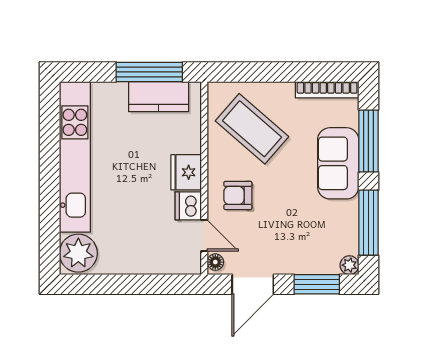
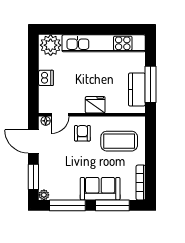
coffee table: (252, 129) -> (119, 141), turned 49
dishwasher: (188, 206) -> (46, 78), moved, turned 90

